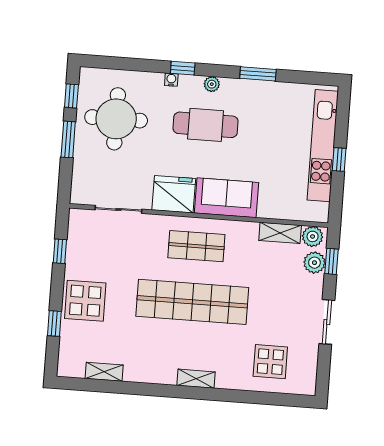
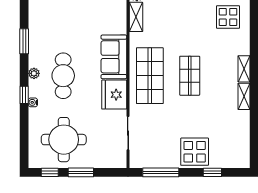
shop shelf: (196, 246) -> (150, 76), width x1.43, depth x1.36
window: (60, 251) -> (161, 172), width x2.17
shop shelf: (192, 302) -> (190, 76), width x0.50, depth x0.74
shelving: (104, 372) -> (244, 96), moved

